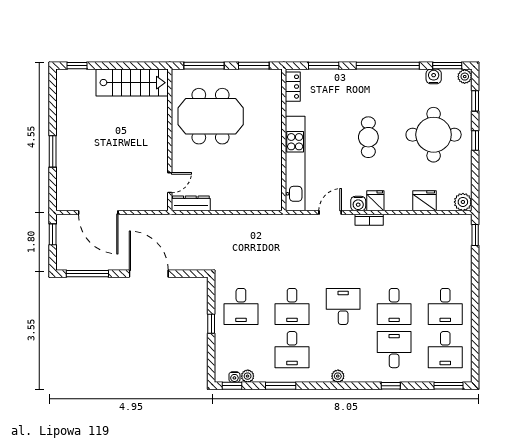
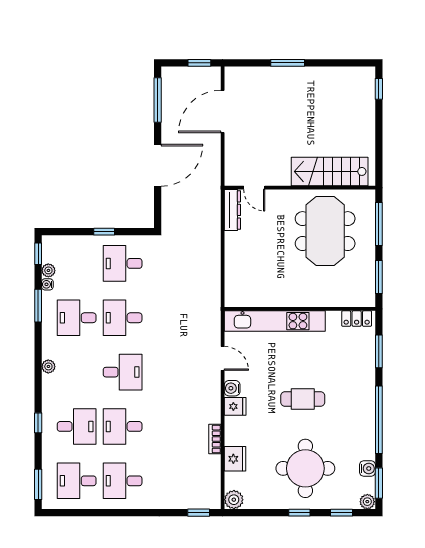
stairs: (132, 83) -> (330, 171), moved, turned 90
bookcase: (369, 220) -> (215, 439), moved
water cooler: (234, 377) -> (47, 284), moved

